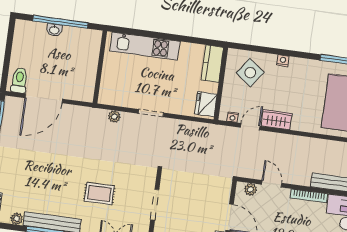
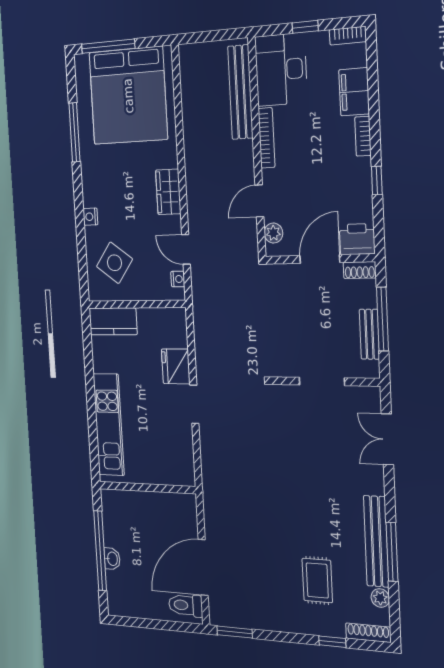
door: (44, 98) -> (203, 567), swing flipped
fridge: (206, 104) -> (176, 366), moved, turned 90
plant: (114, 116) -> (209, 459), removed
wardrobe: (277, 120) -> (168, 192), moved
rug: (99, 194) -> (317, 580), moved

